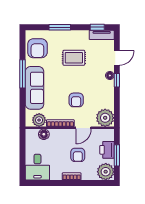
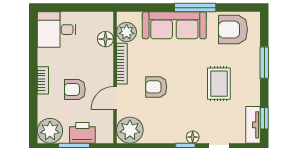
door: (83, 128) -> (115, 98), hinge flipped

